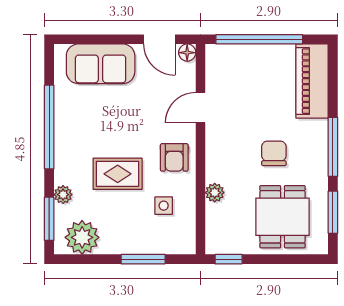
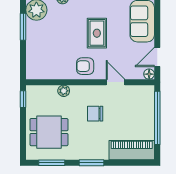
window: (333, 147) -> (92, 163), width x0.69
chair: (274, 153) -> (95, 114), moved, turned 180
rug: (118, 174) -> (97, 33), moved
side table: (164, 206) -> (56, 60), removed
window: (143, 259) -> (23, 27), moved

